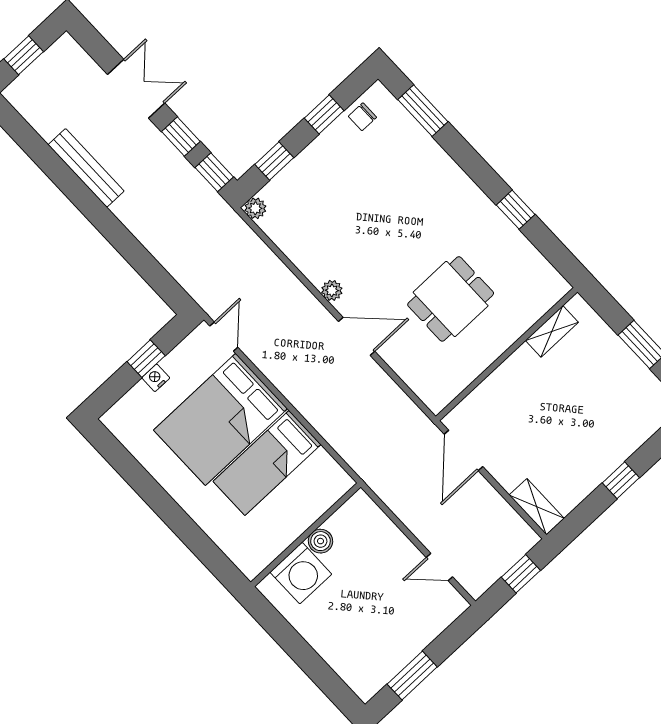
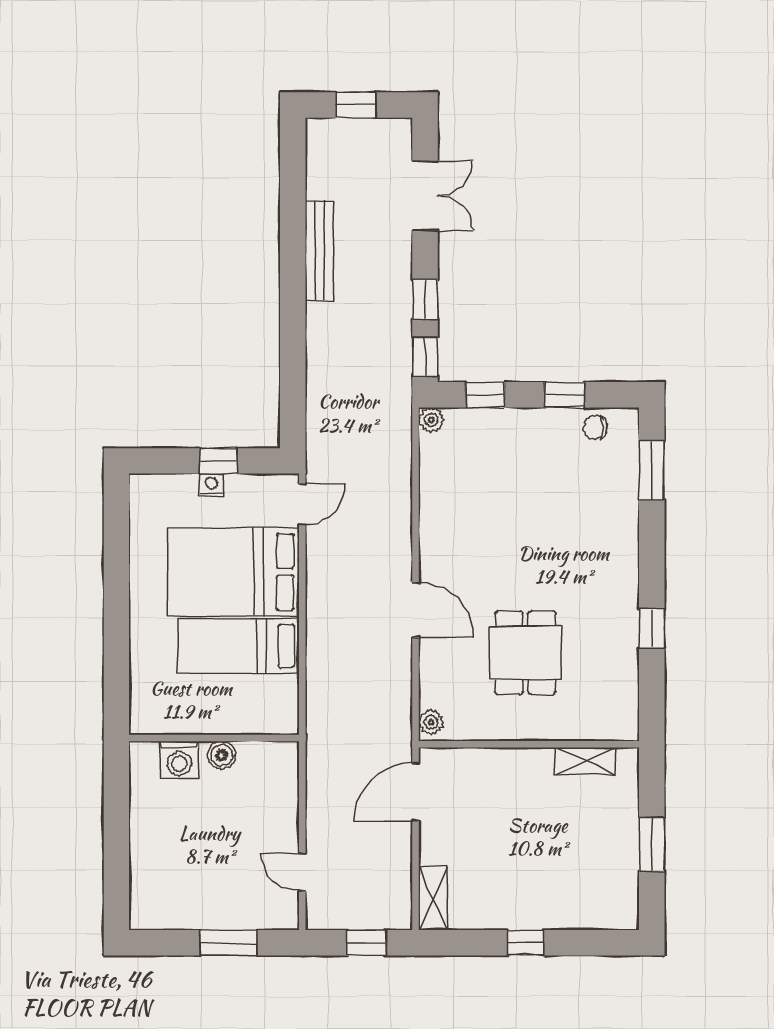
double door: (136, 89) -> (425, 196), moved
plant: (332, 290) -> (431, 722), moved
dining table: (451, 299) -> (525, 653), turned 90
washing machine: (301, 573) -> (179, 760), width x0.73, depth x0.73
window: (412, 675) -> (228, 943), moved

